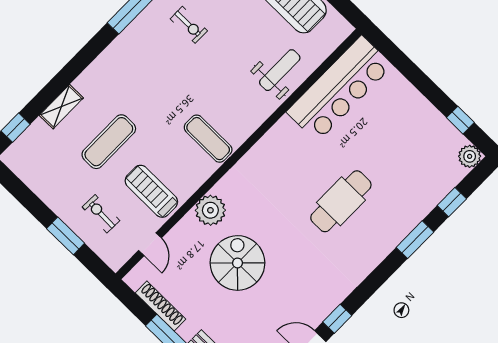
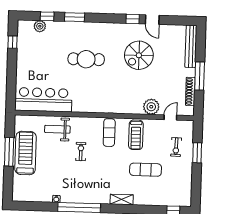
exercise bike: (189, 25) -> (81, 152), moved
shelving: (61, 107) -> (122, 199), moved
plant: (470, 156) -> (40, 26), moved
treadmill: (151, 191) -> (136, 135), moved
plant: (210, 210) -> (151, 107), moved
spiral stairs: (237, 263) -> (139, 55), moved

